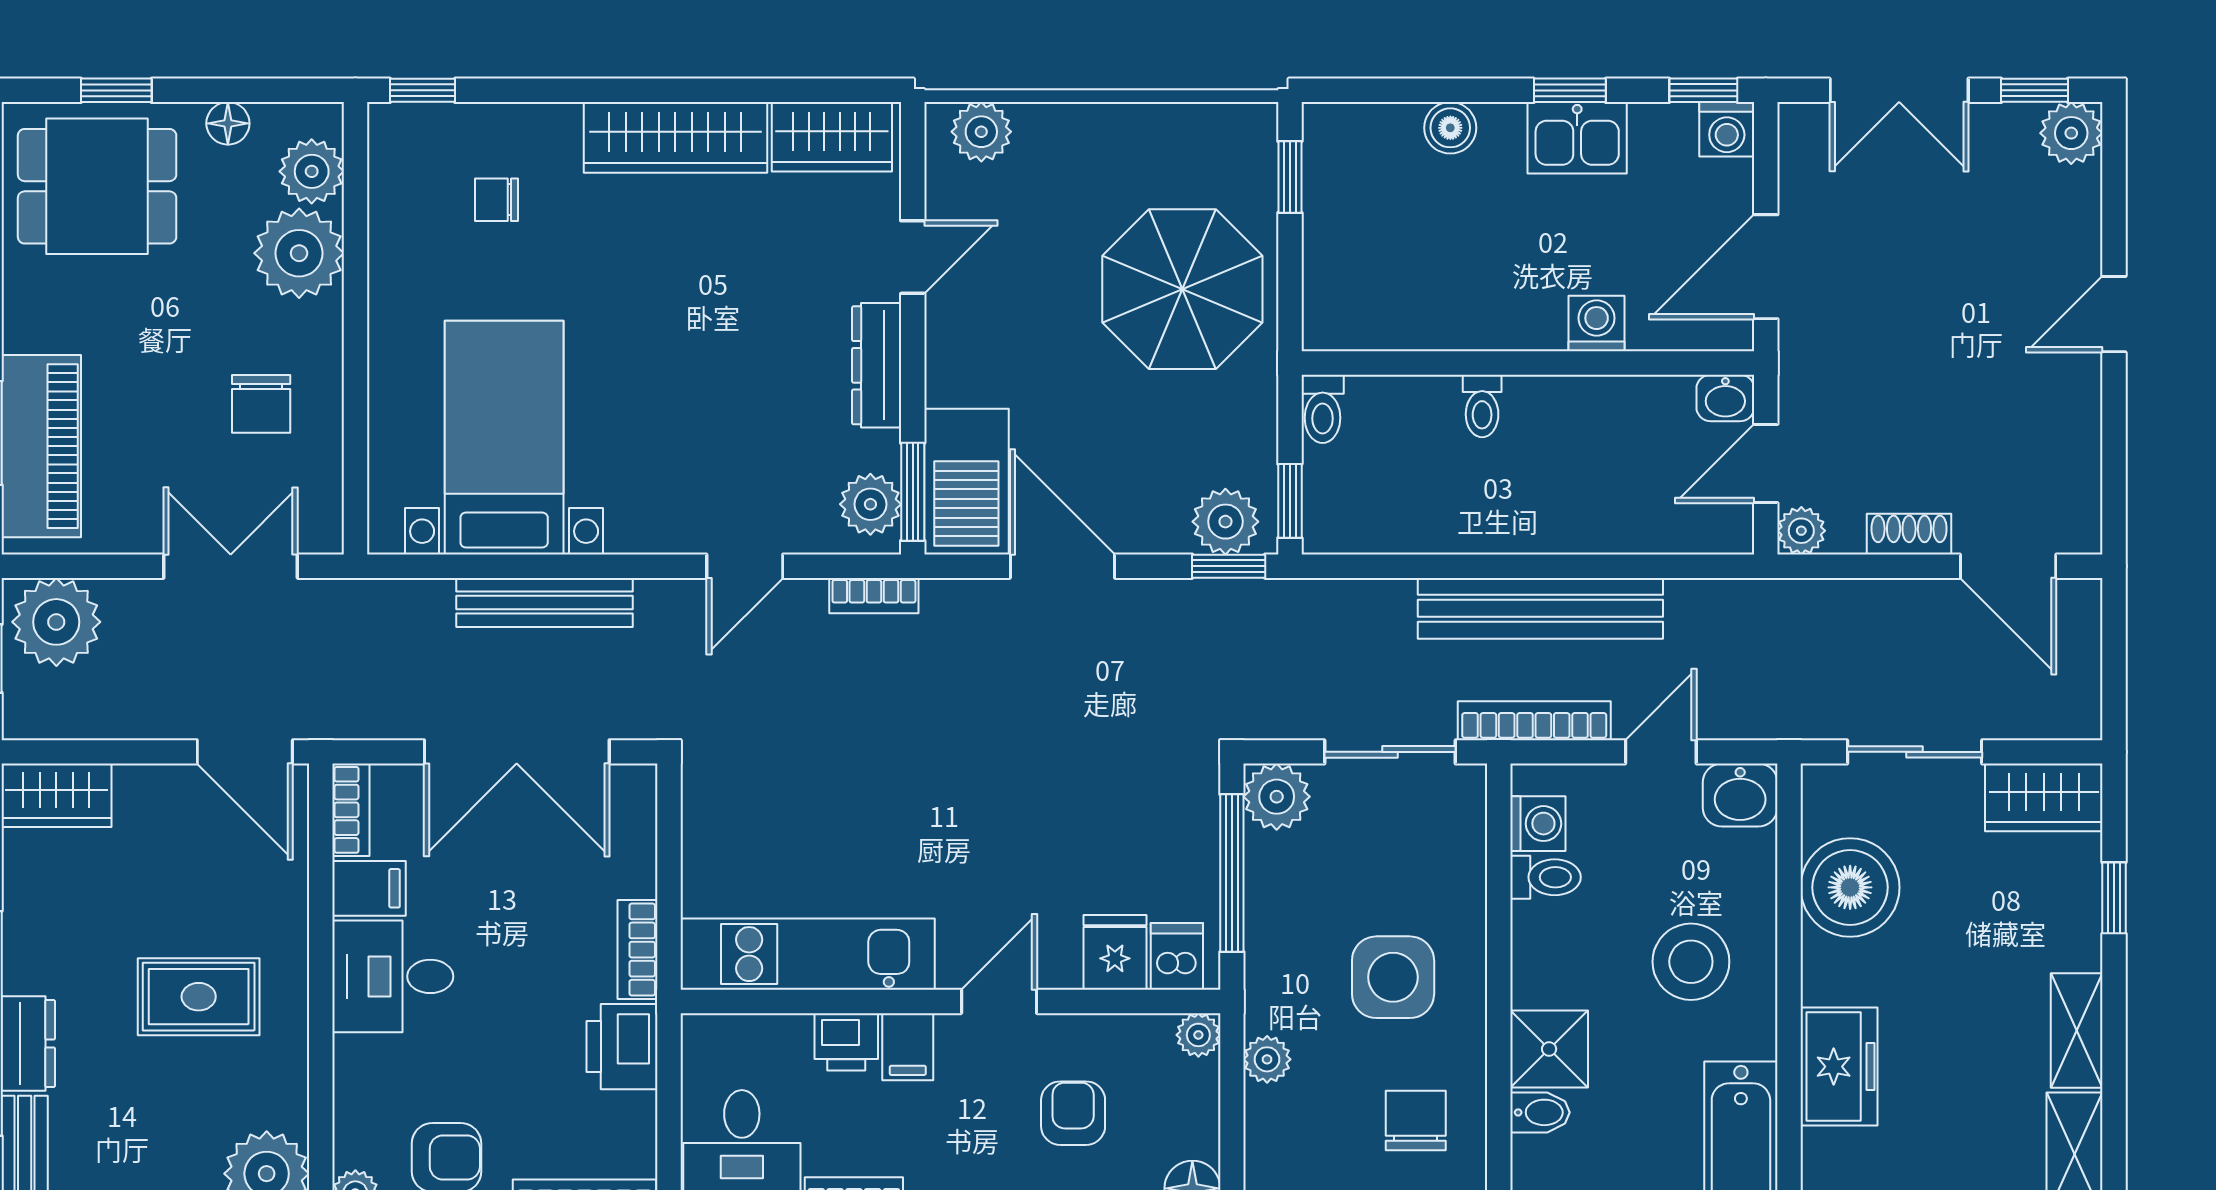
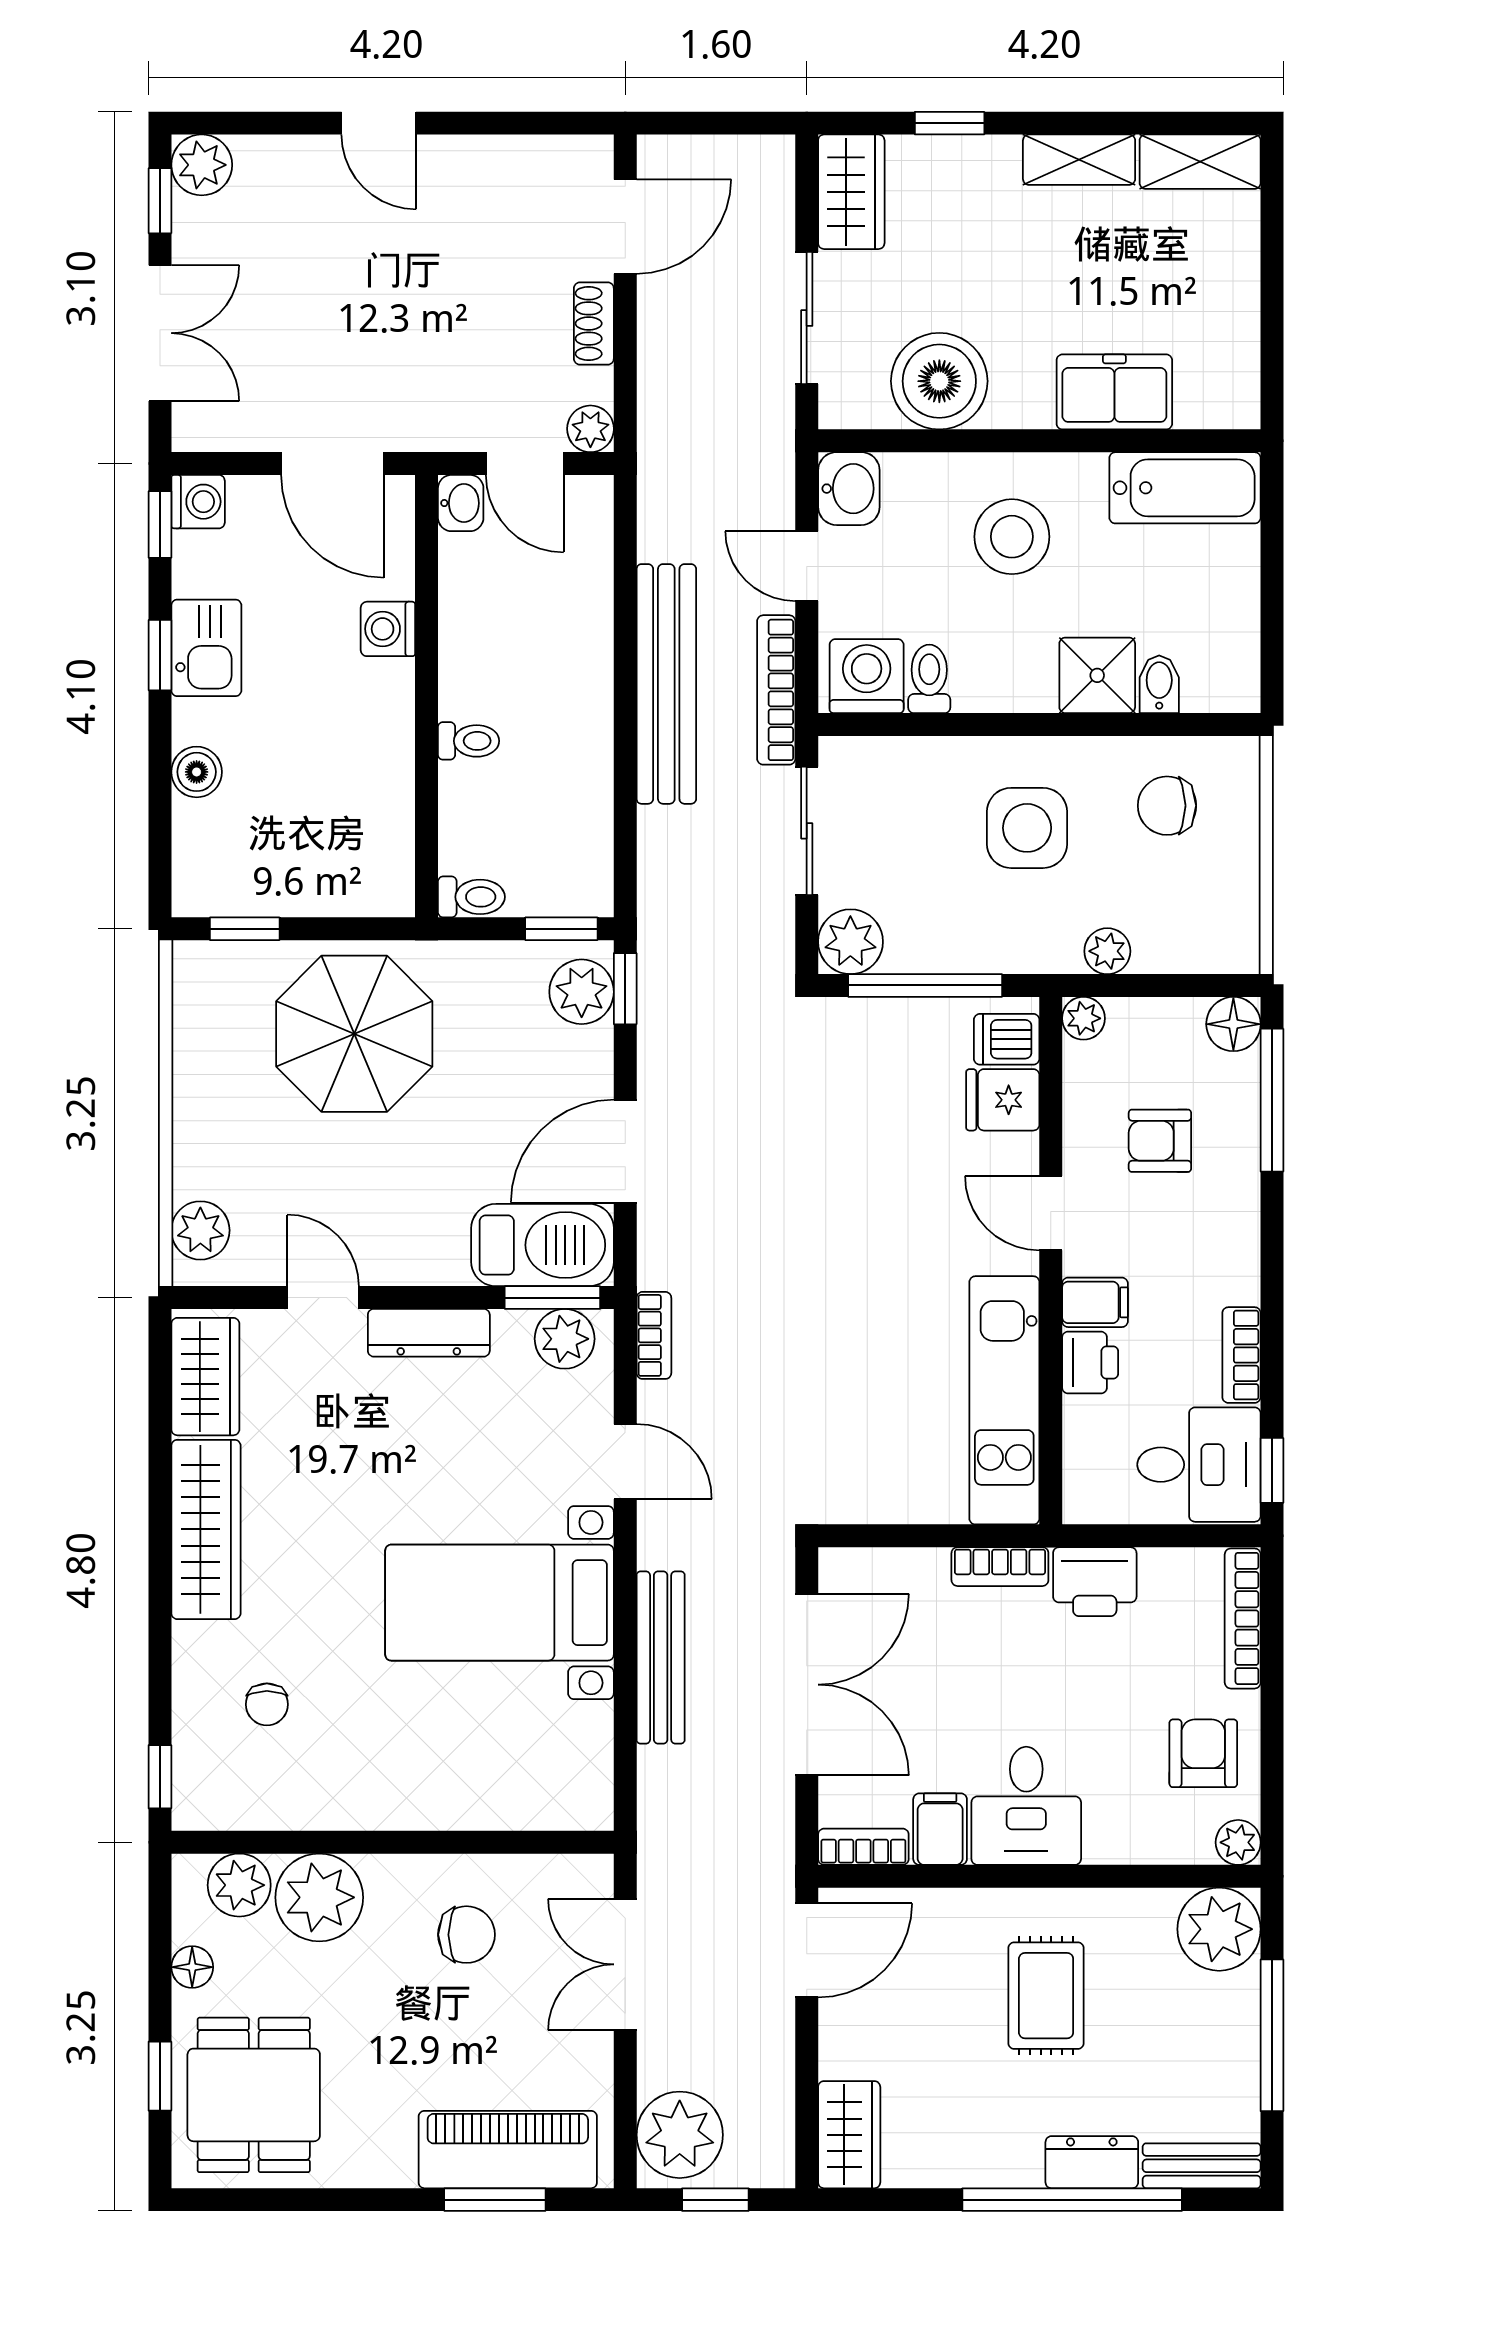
bed with nightstands: (504, 438) -> (500, 1603), moved
washing machine: (1538, 824) -> (867, 676), width x1.38, depth x1.38

